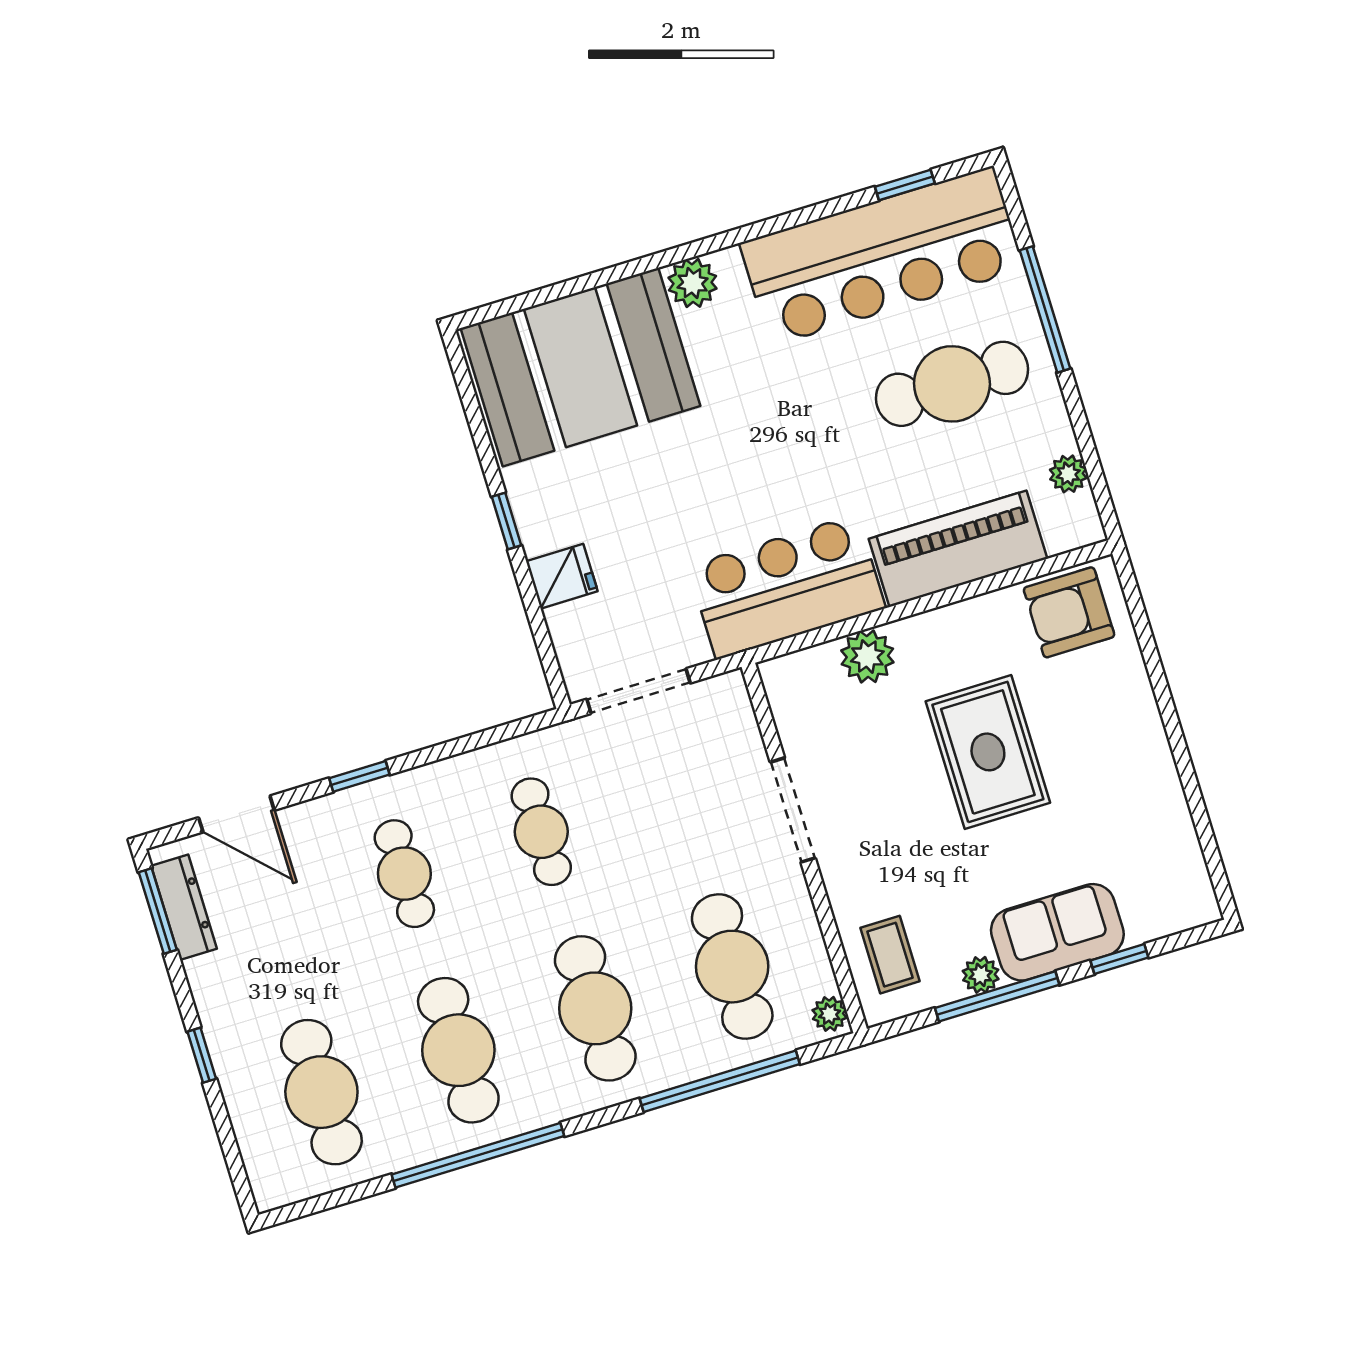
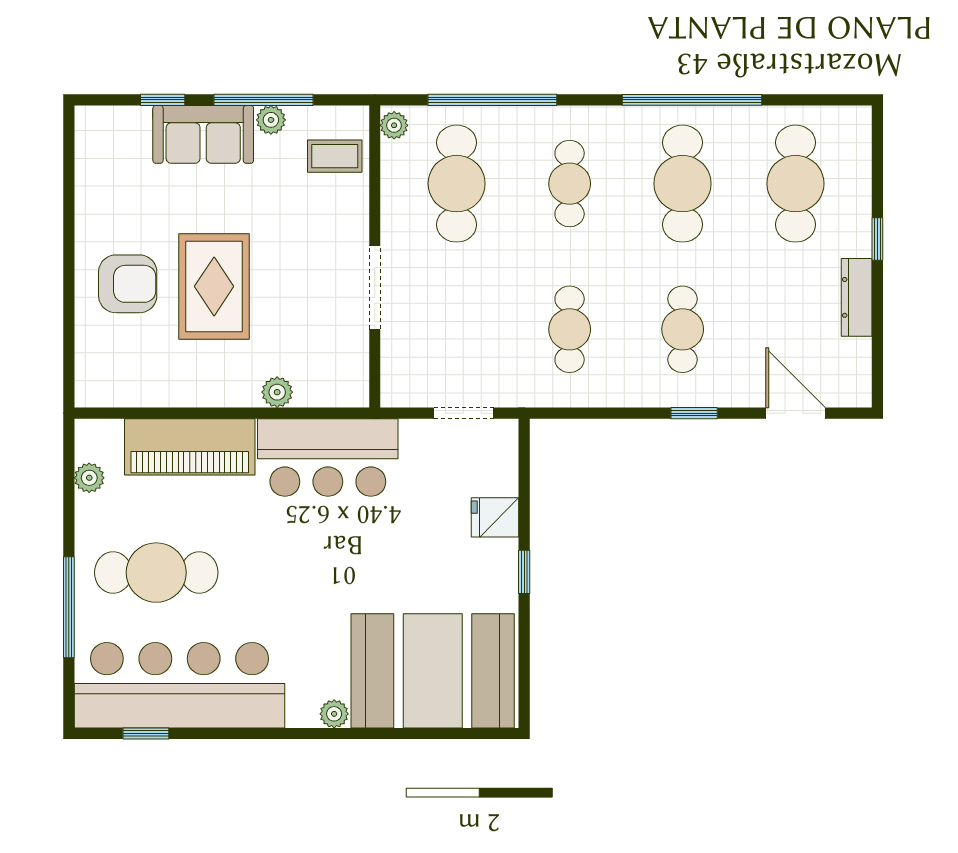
plant: (693, 283) -> (334, 714), width x0.73, depth x0.73
armchair: (1069, 612) -> (128, 284), moved
plant: (867, 656) -> (277, 392), width x0.73, depth x0.73
doorway: (638, 691) -> (464, 413), width x0.73
dresser: (184, 907) -> (857, 297), moved
window: (158, 911) -> (877, 358), removed
coffee table: (890, 955) -> (335, 156), turned 90
cafe table: (595, 1008) -> (570, 184), width x0.73, depth x0.74

